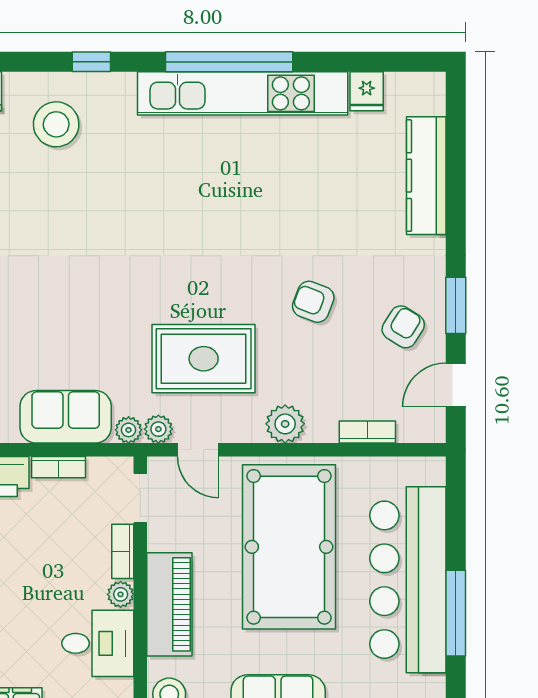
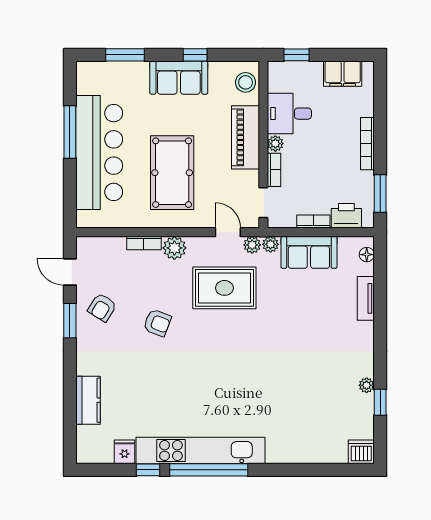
window: (91, 62) -> (148, 470), moved
stool: (56, 124) -> (315, 432), removed
kitchen counter: (426, 176) -> (88, 400), width x0.67
door: (456, 385) -> (70, 272), swing flipped
bookcase: (367, 432) -> (144, 243), moved
pool table: (289, 547) -> (172, 173), width x0.73, depth x0.76

